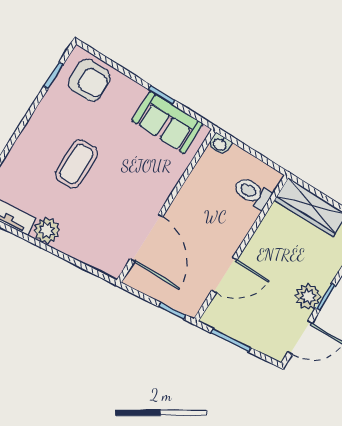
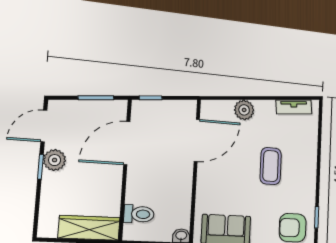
plant: (47, 231) -> (244, 110), moved
door: (146, 238) -> (197, 140), swing flipped
door: (224, 275) -> (127, 143), width x1.36

